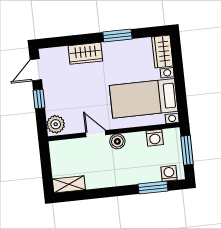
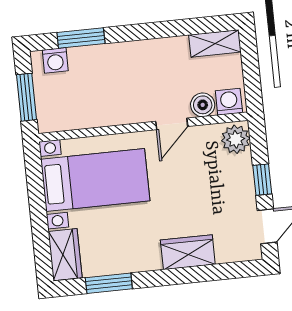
window: (117, 36) -> (109, 283), moved
door: (96, 134) -> (172, 124), hinge flipped
washing machine: (155, 138) -> (229, 102), moved
boiler: (117, 141) -> (203, 105), moved

